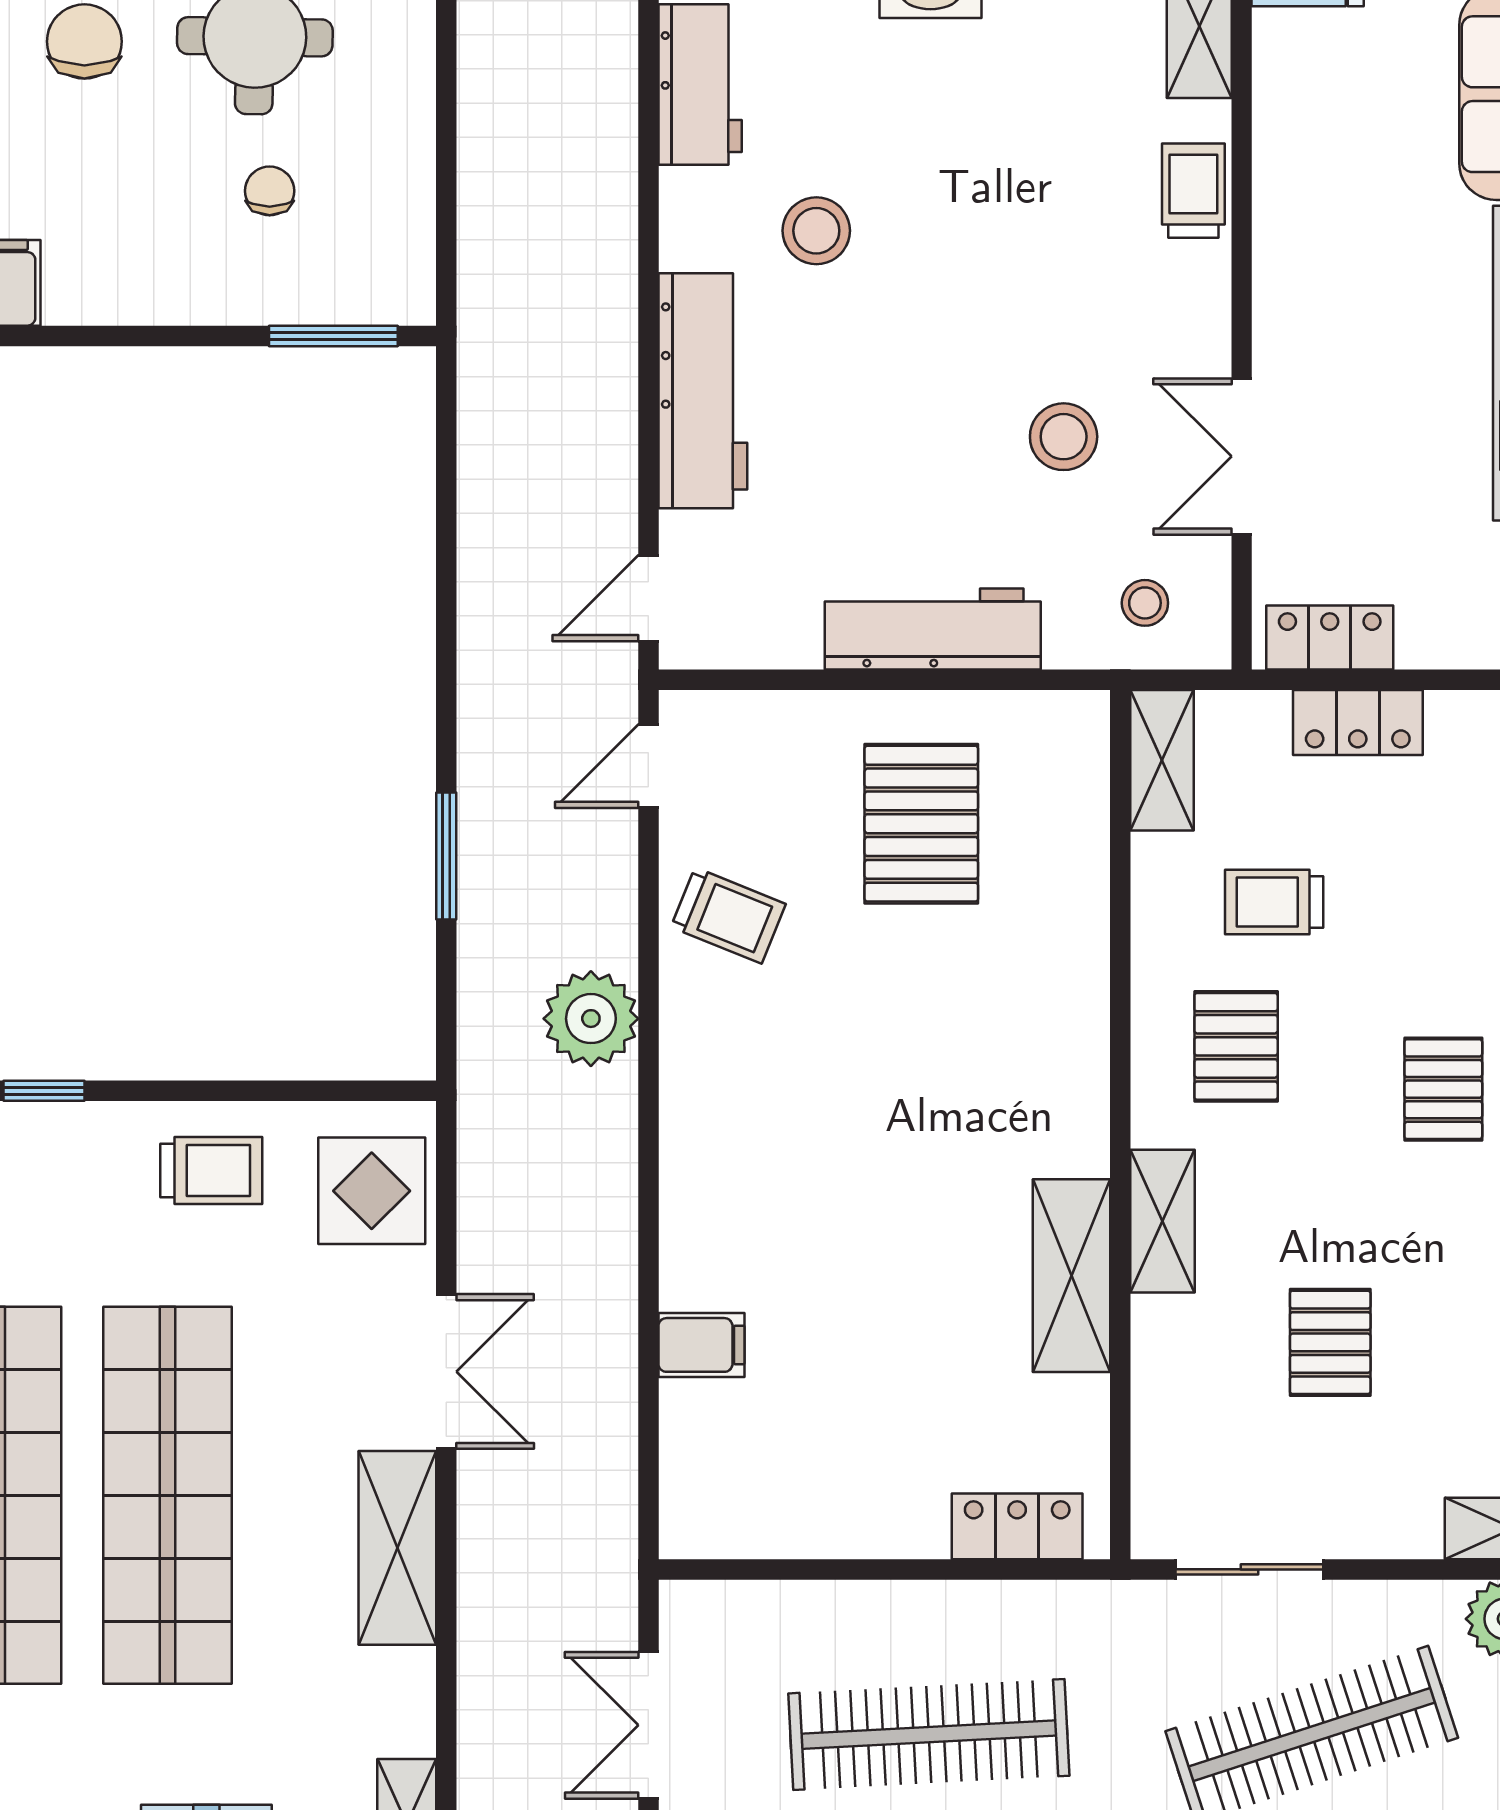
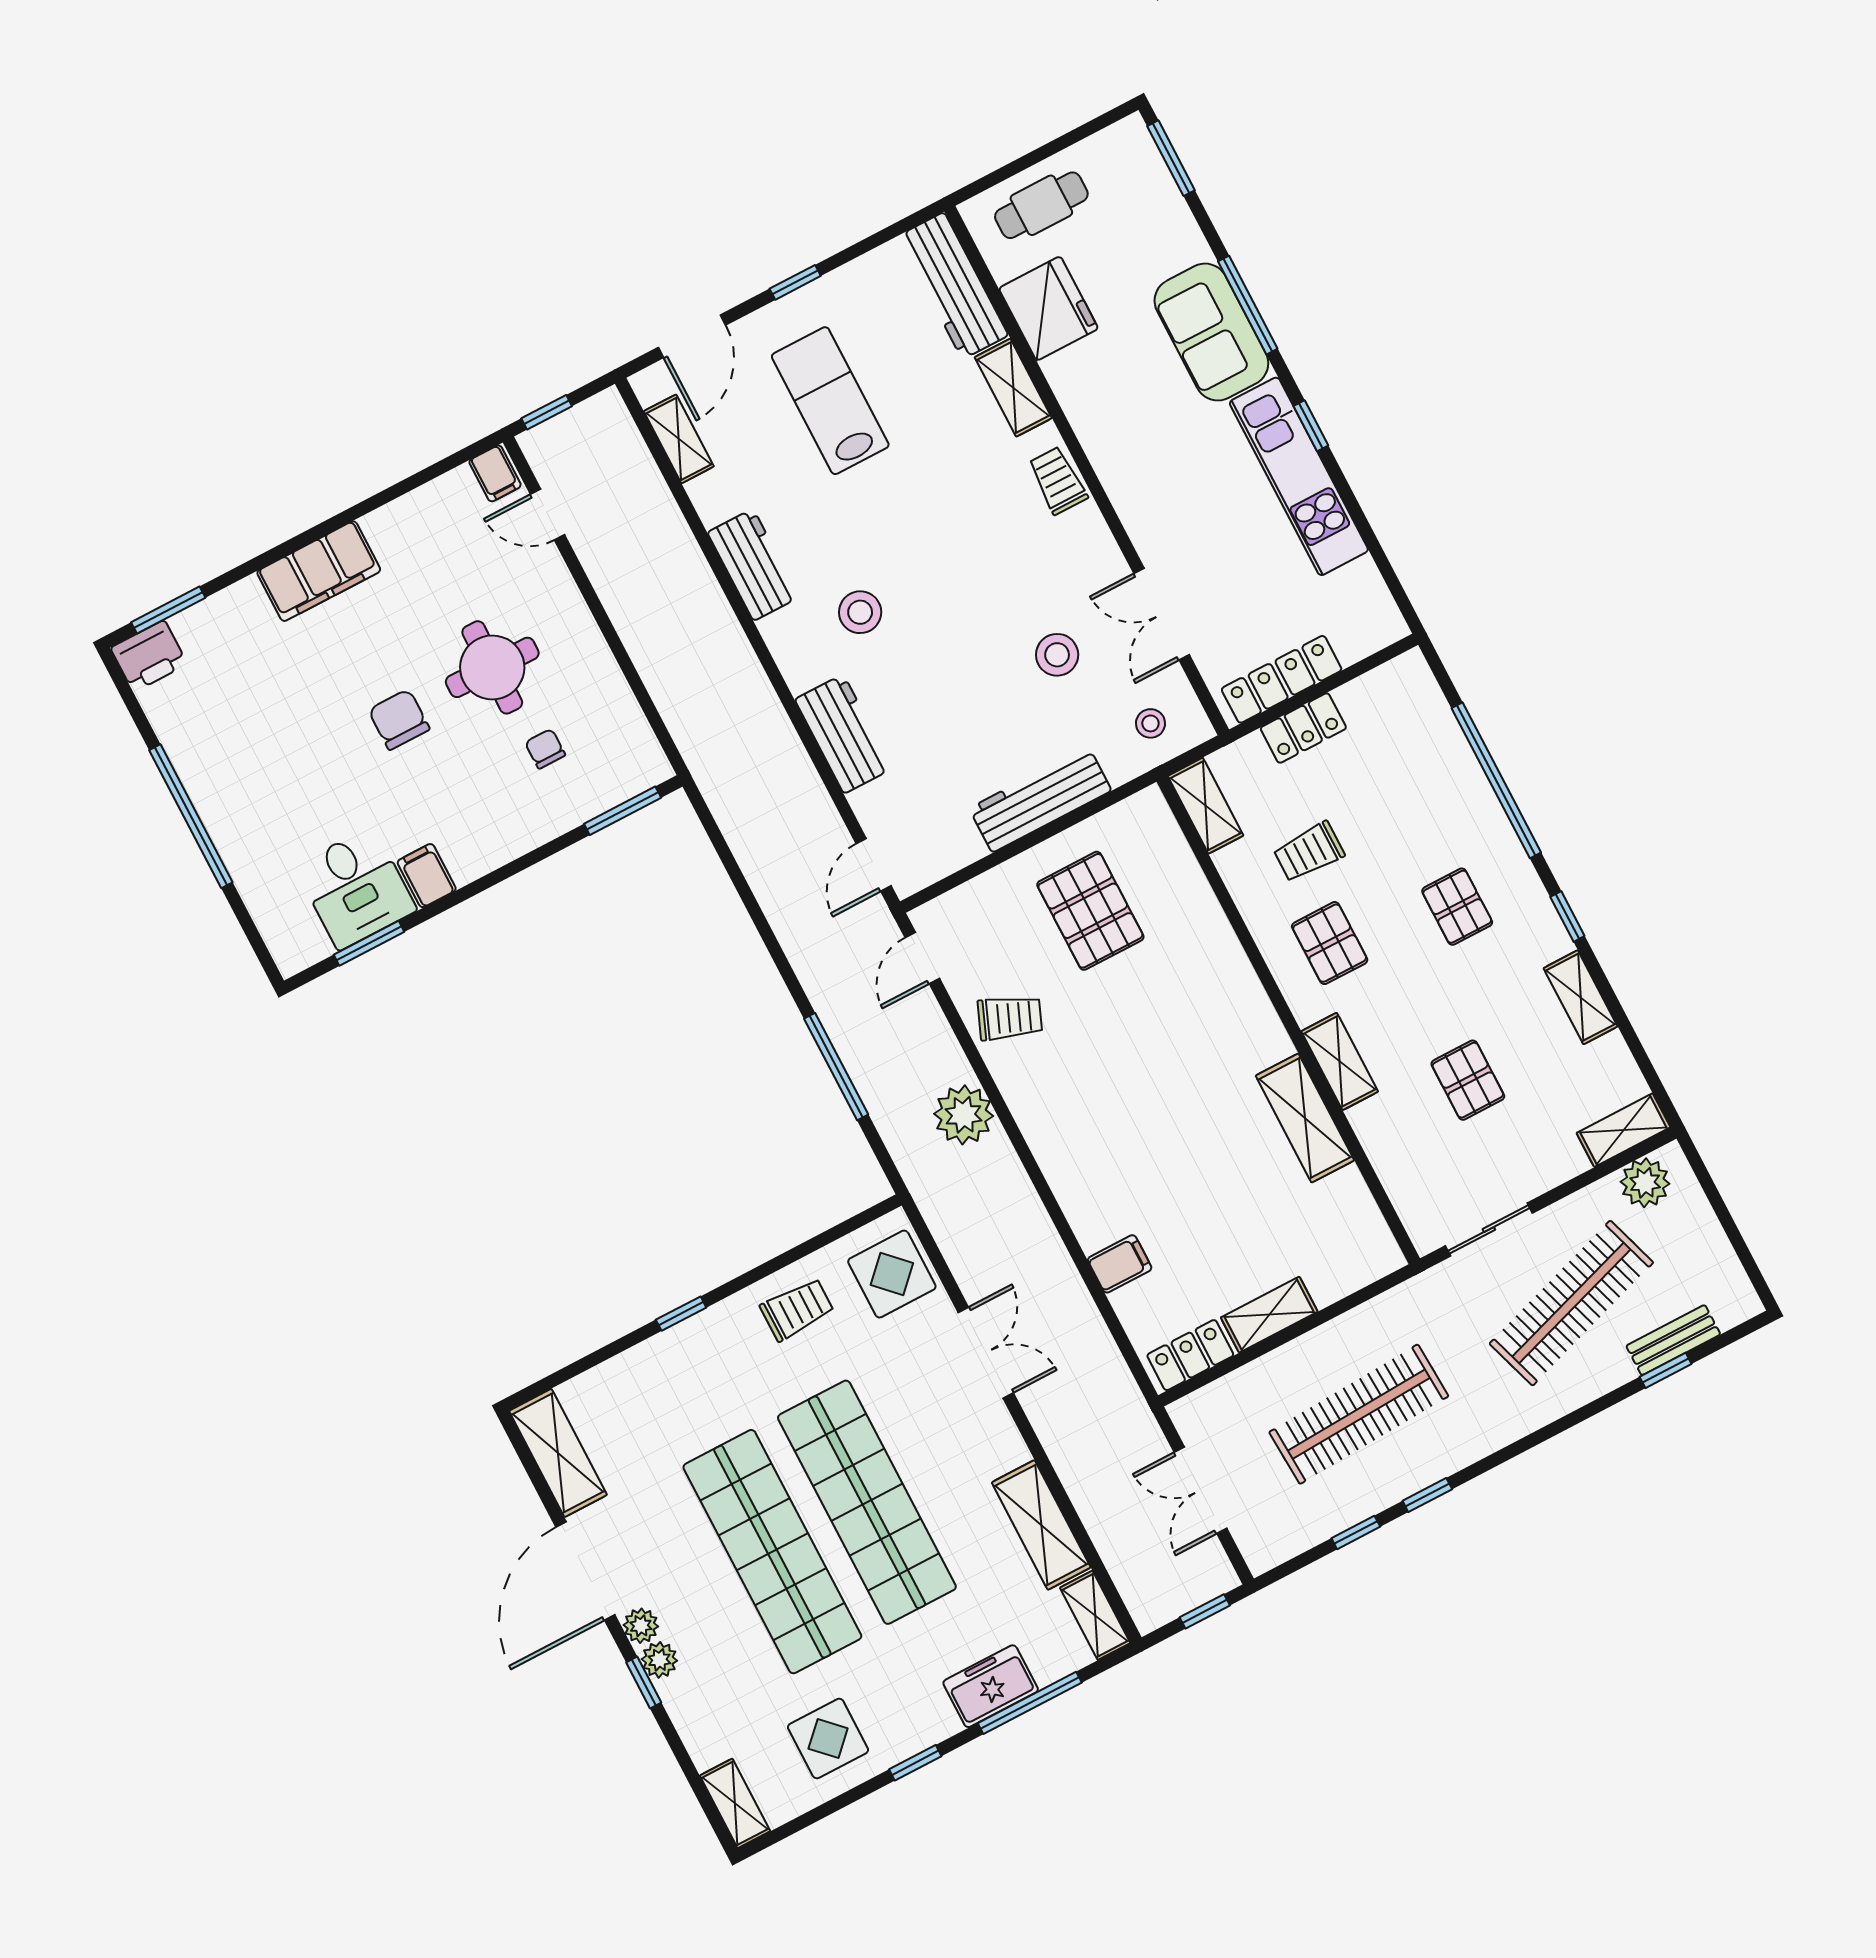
workbench: (703, 391) -> (844, 734), width x0.73
locker: (1330, 638) -> (1282, 679), width x1.53
window: (446, 856) -> (836, 1067), width x1.44
locker: (1017, 1526) -> (1190, 1355), moved
shelving: (876, 1527) -> (1269, 1315), added
shelving: (397, 1548) -> (1041, 1525), moved

